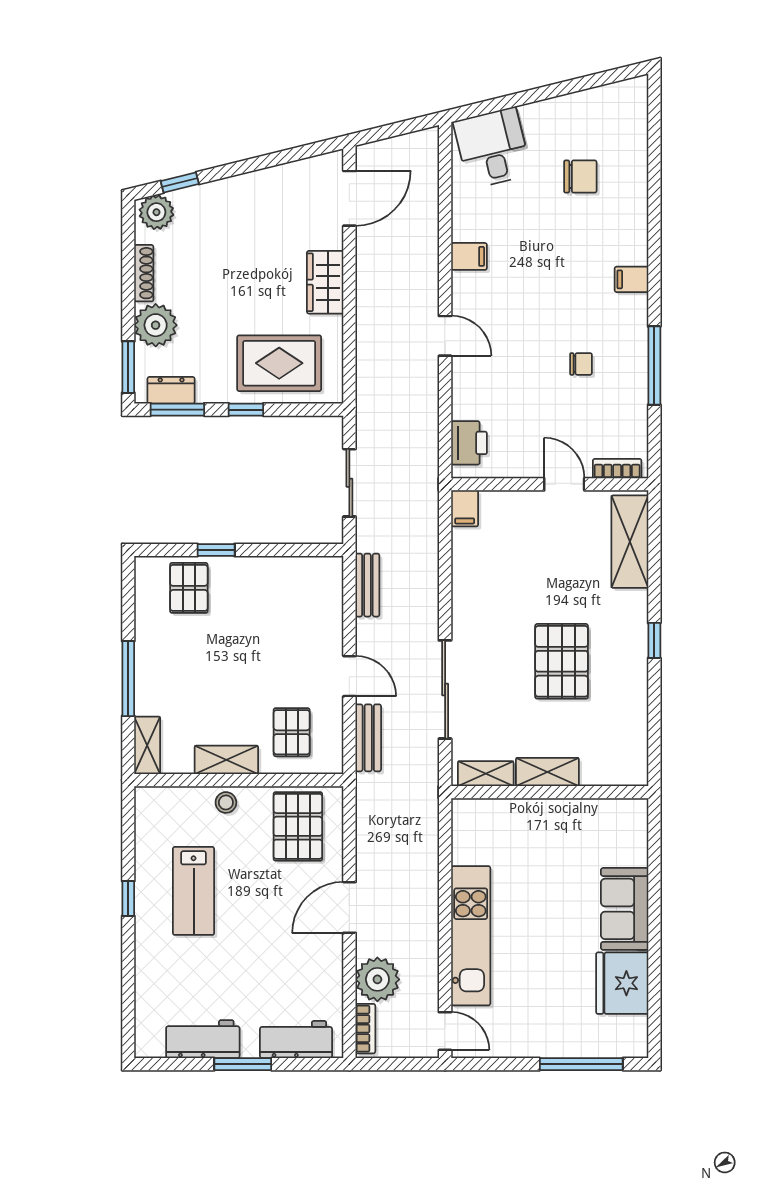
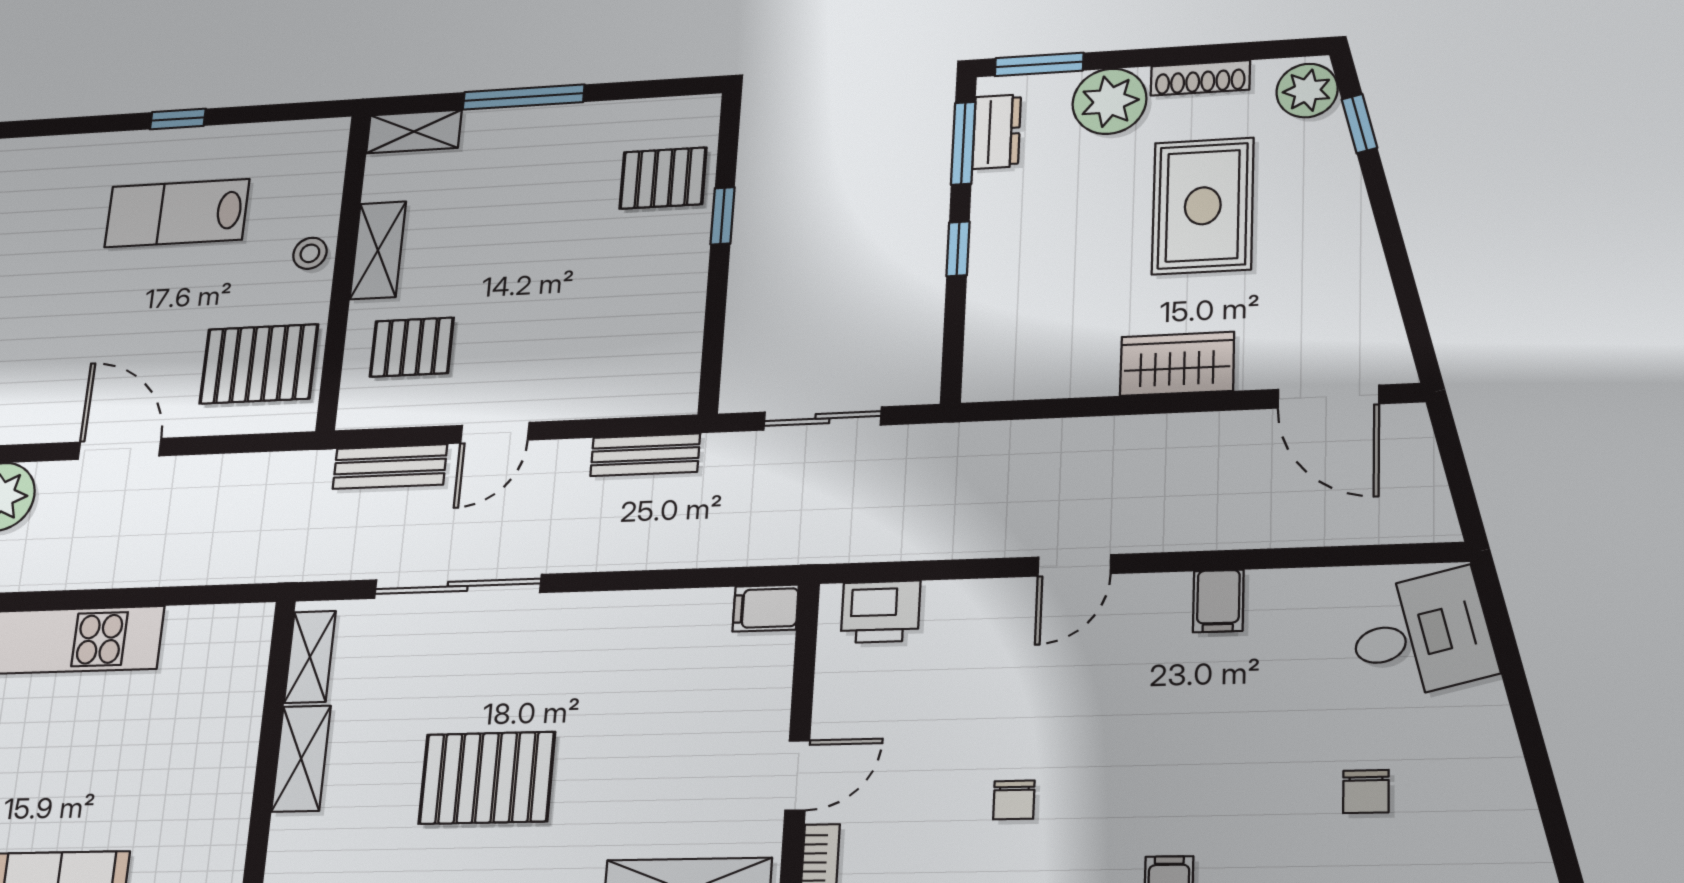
chair: (580, 176) -> (1366, 791), width x0.73, depth x0.73
rug: (279, 363) -> (1203, 206), moved

